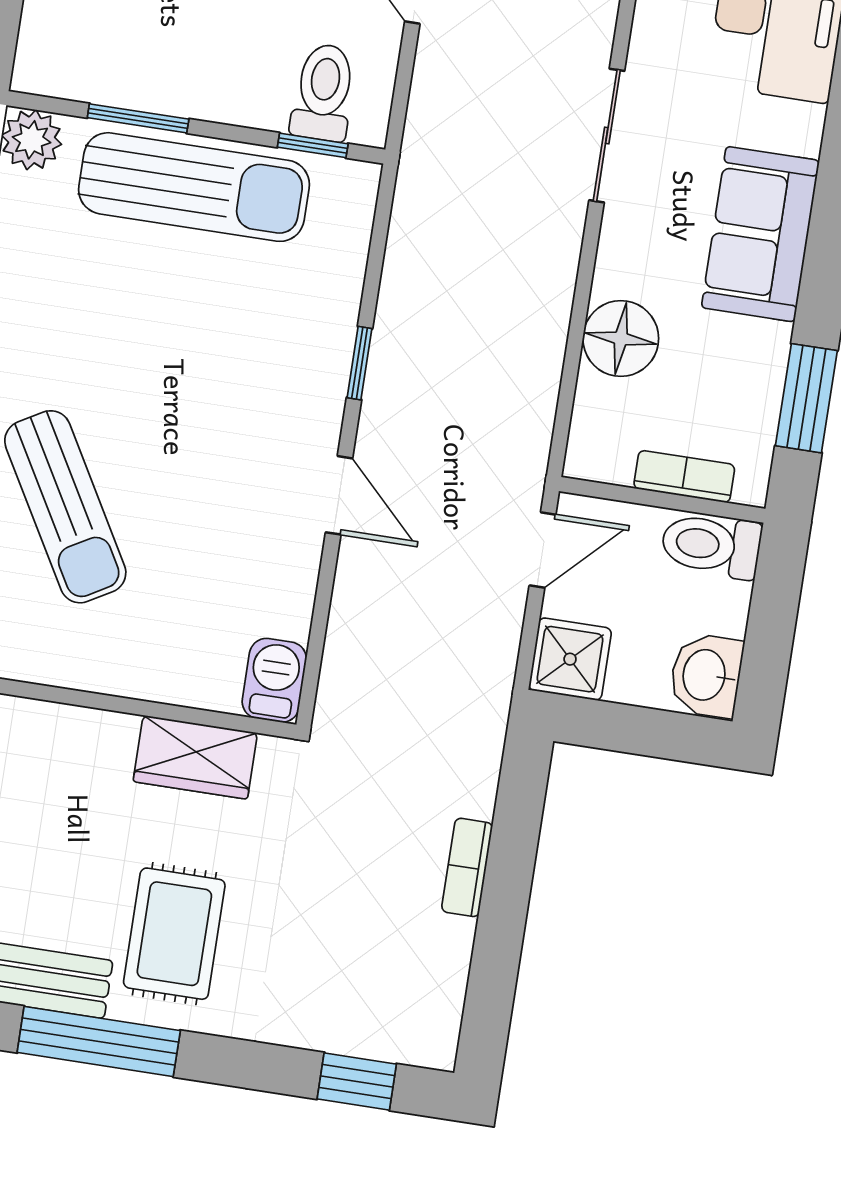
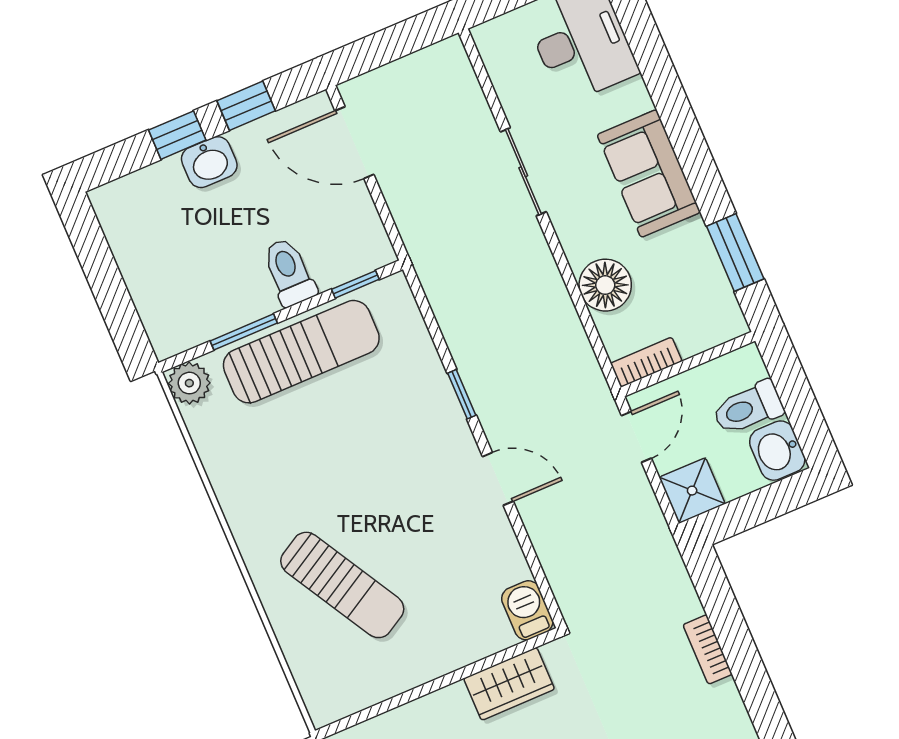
toilet: (323, 92) -> (289, 272), moved
bookcase: (684, 476) -> (646, 362), moved
toilet: (711, 545) -> (748, 408), moved

